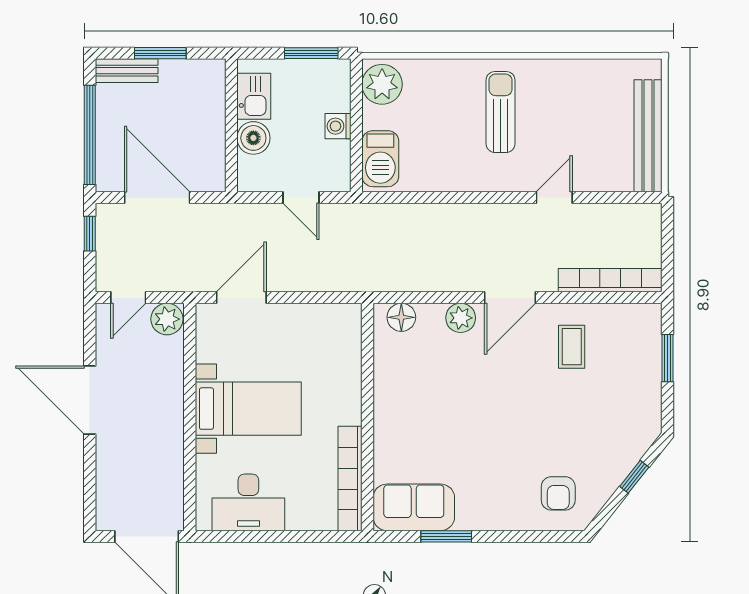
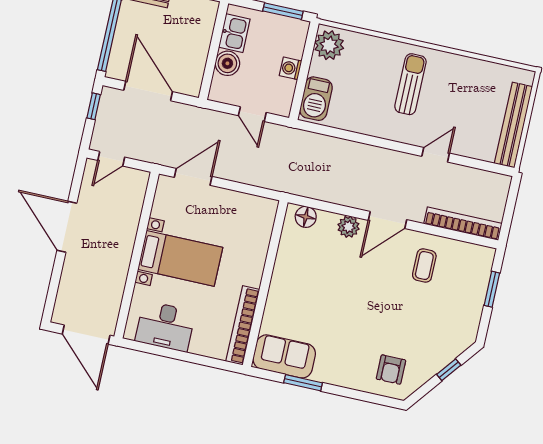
plant: (167, 319) -> (136, 181), removed

